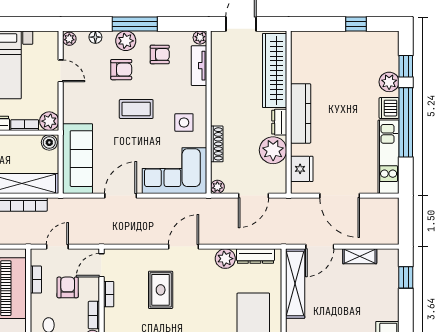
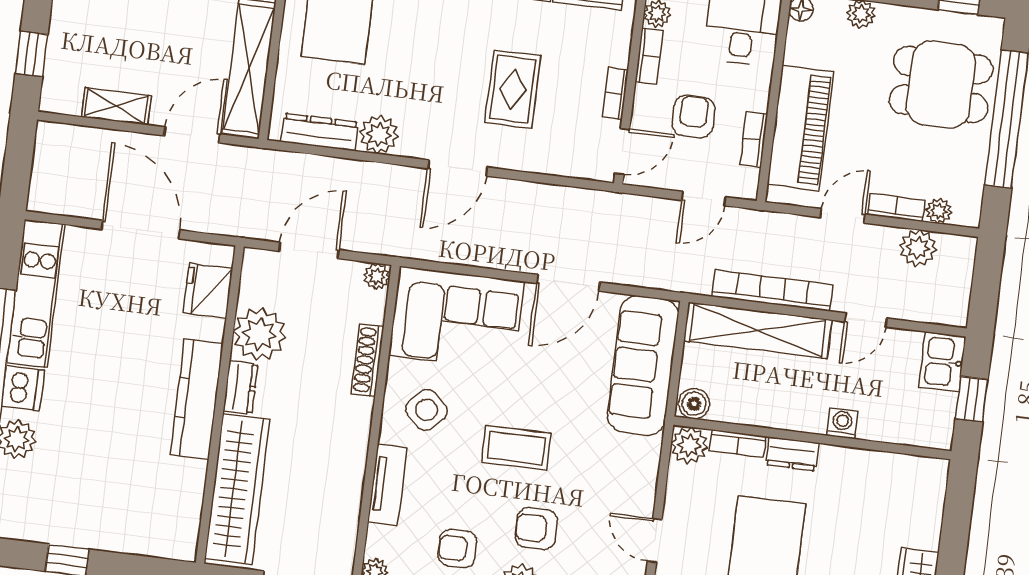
tv unit: (199, 66) -> (387, 485), moved
side table: (184, 122) -> (427, 410), turned 45
armchair: (68, 287) -> (694, 117), turned 180

